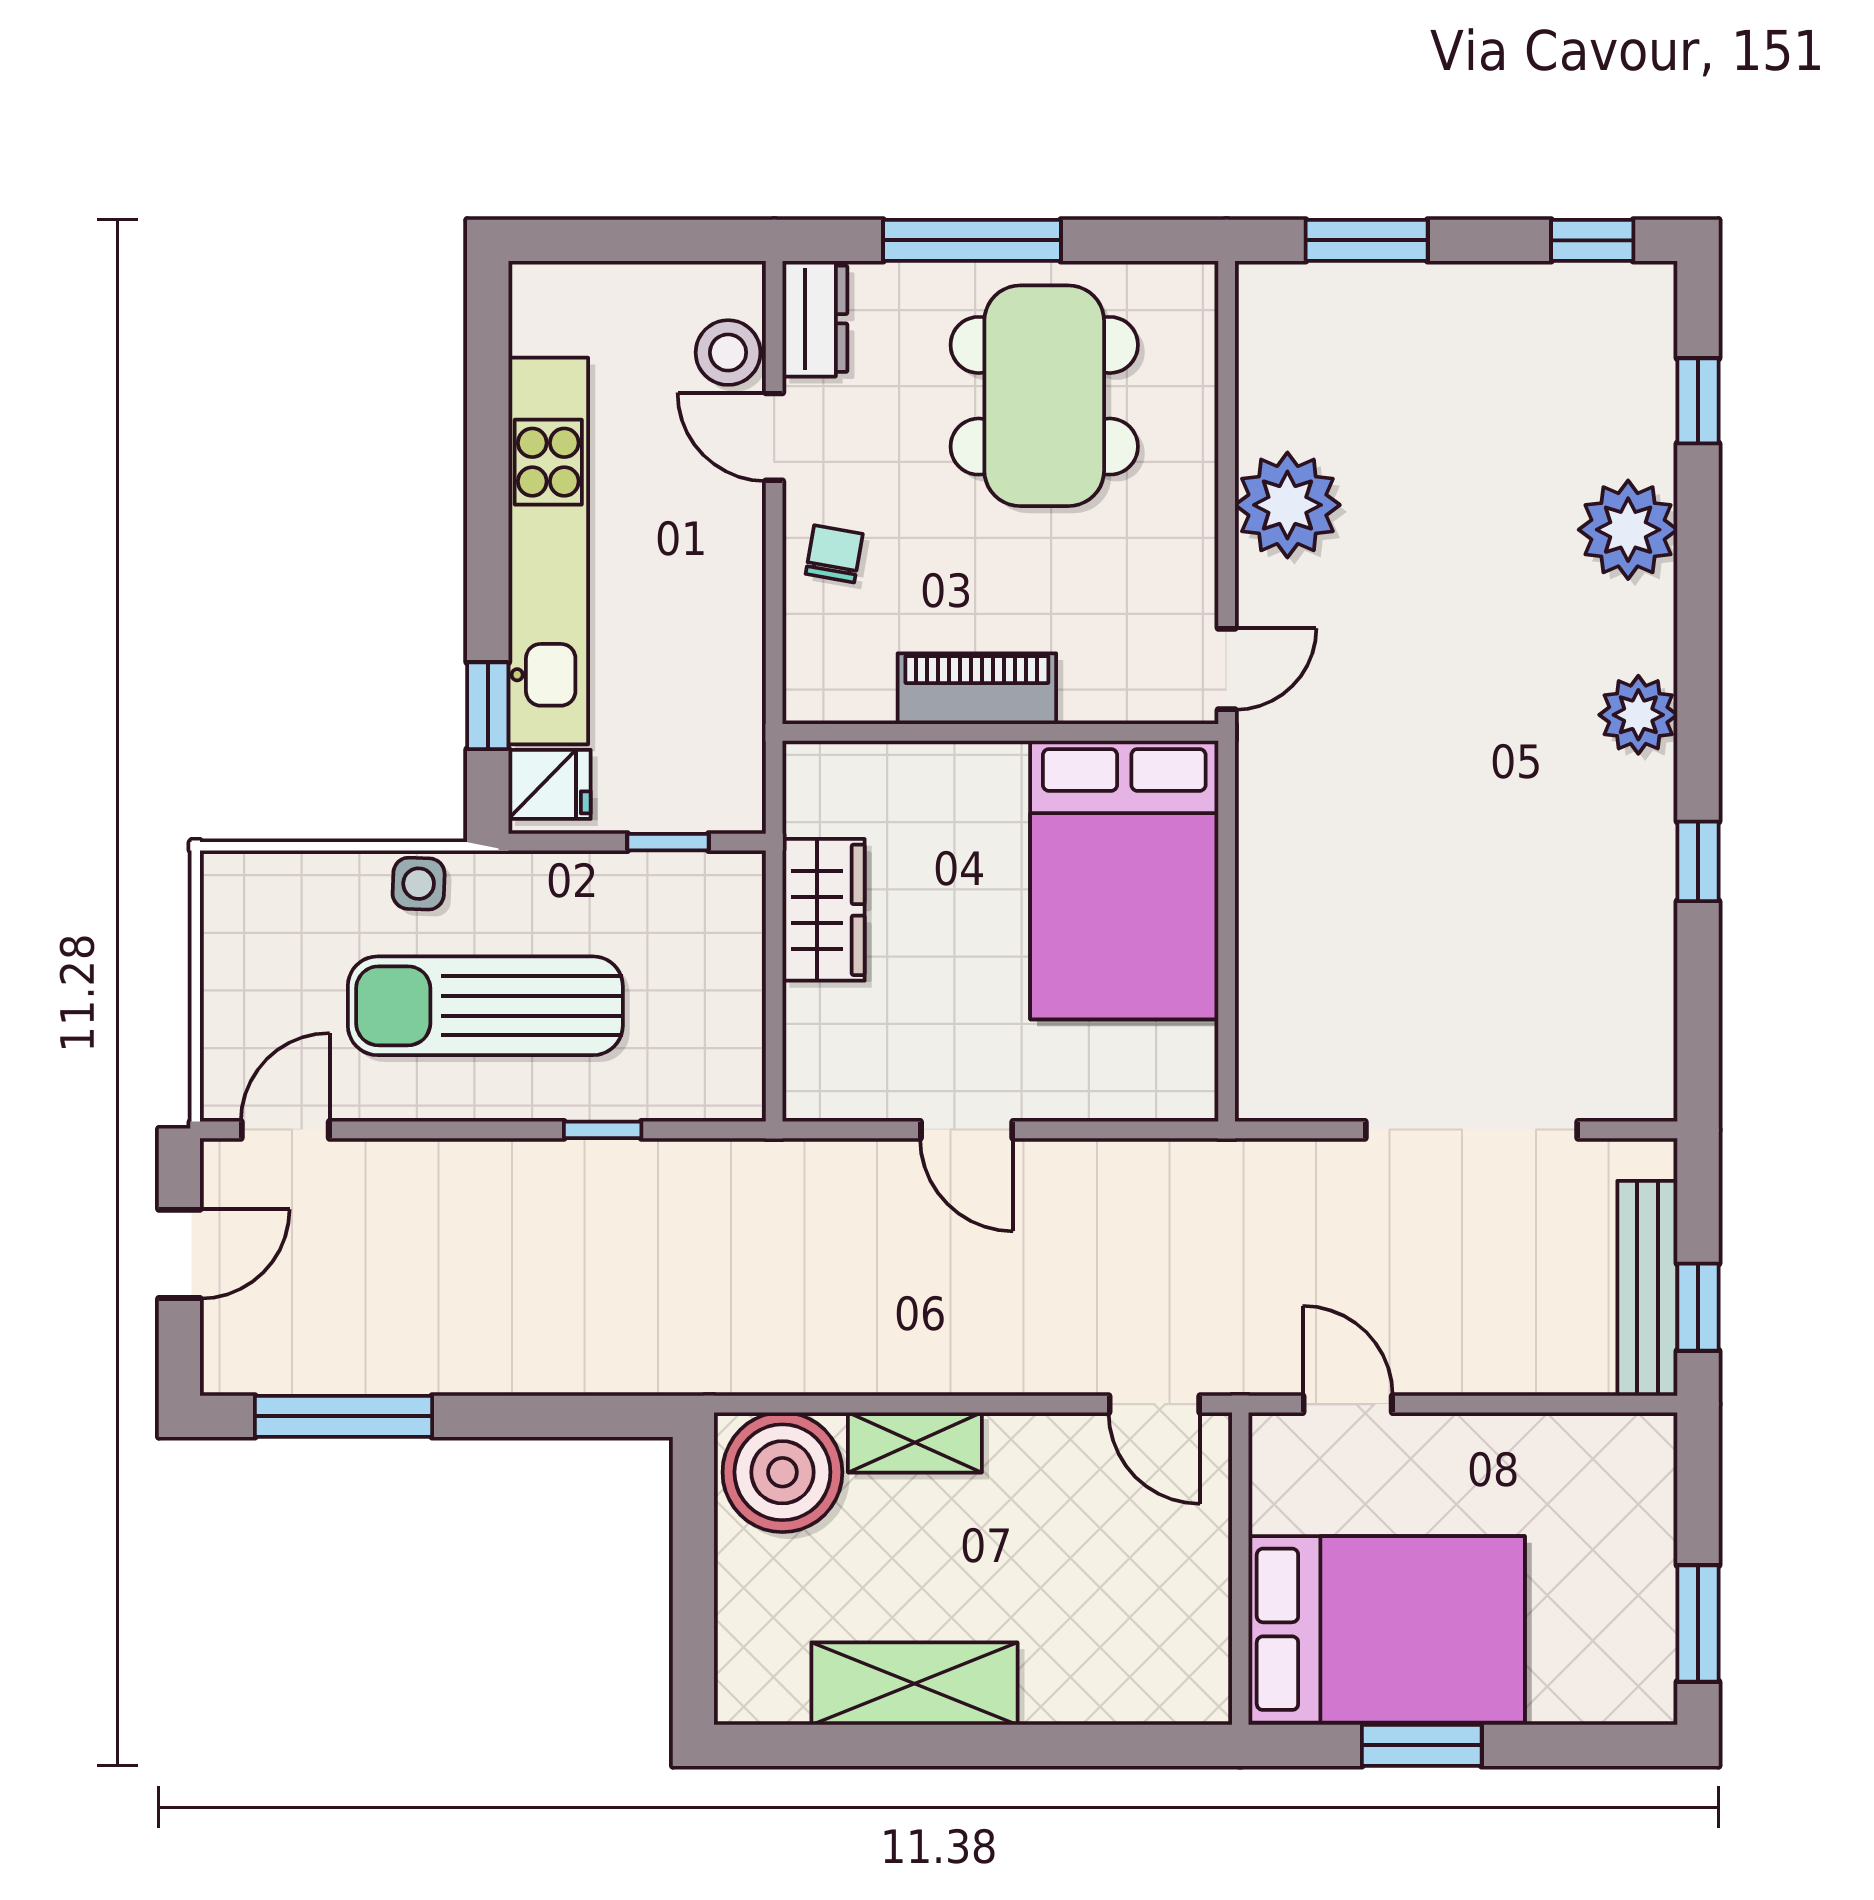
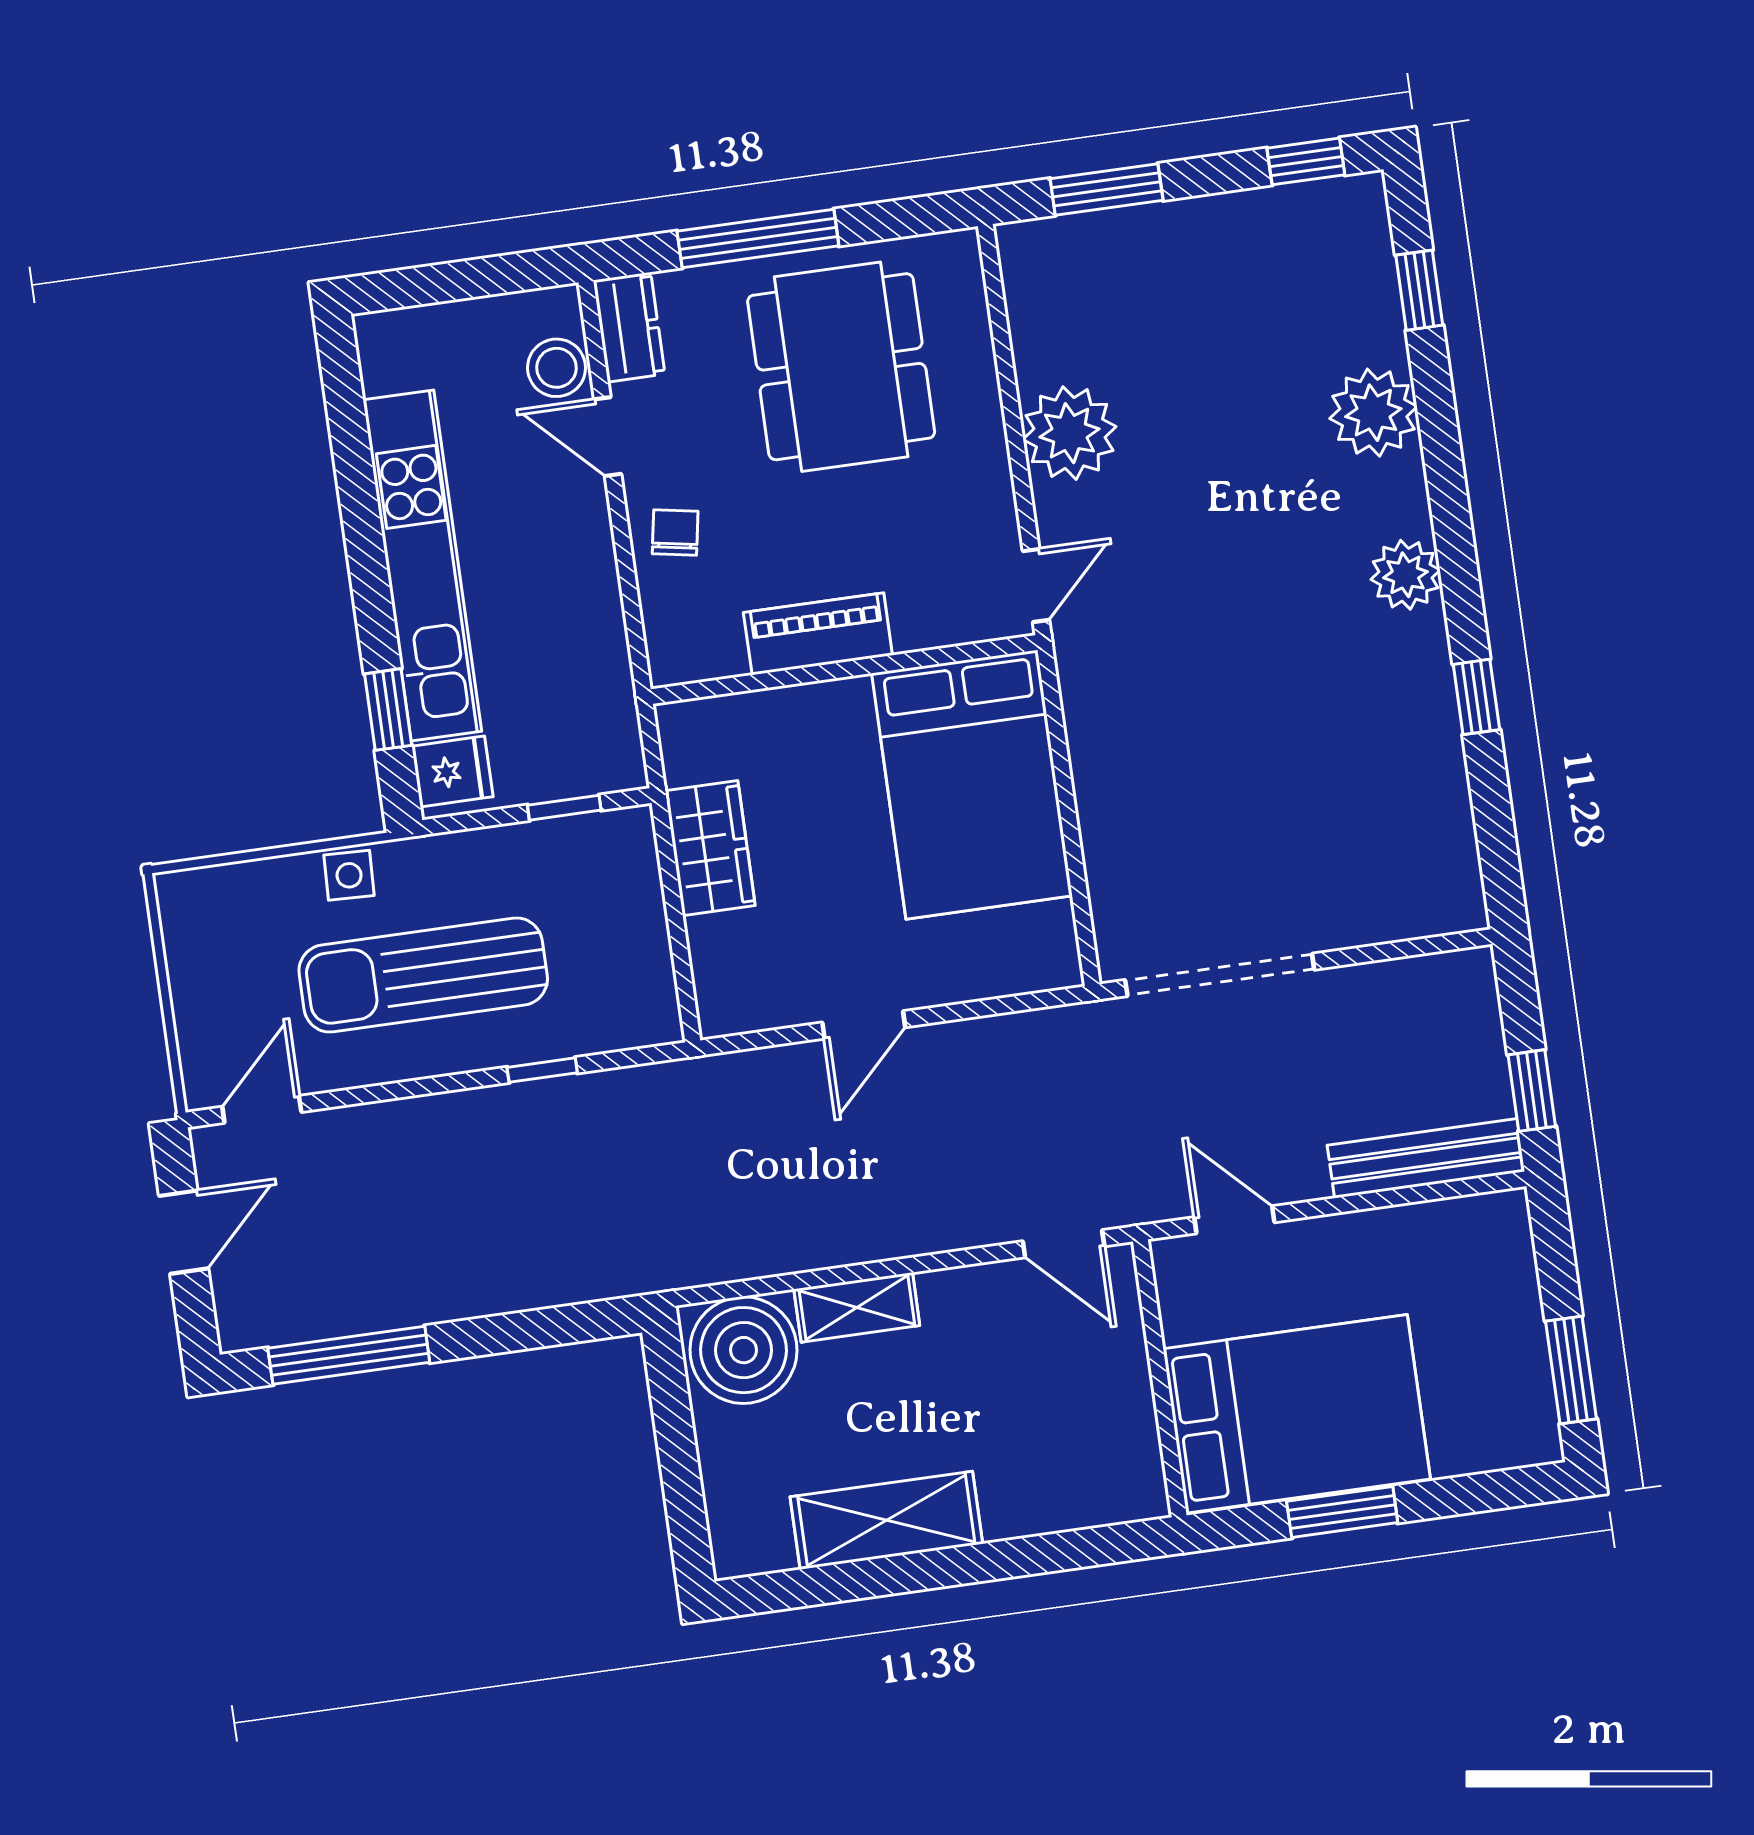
door: (967, 1130) -> (864, 1025), hinge flipped
doorway: (1471, 1130) -> (1220, 975), moved
bench: (1647, 1288) -> (1426, 1158), moved, turned 90

